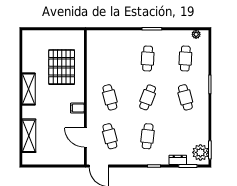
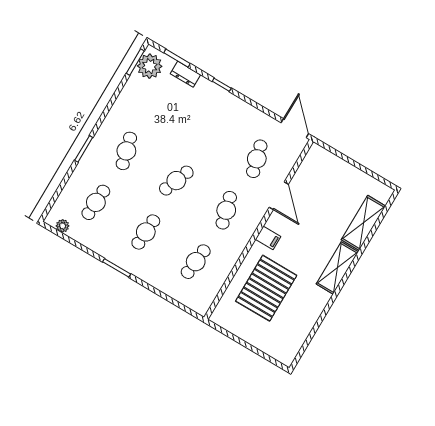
shelving: (29, 89) -> (337, 268), moved
filing cabinet: (77, 108) -> (268, 238), moved
cafe table: (148, 136) -> (196, 262), moved
door: (85, 137) -> (279, 196), moved

